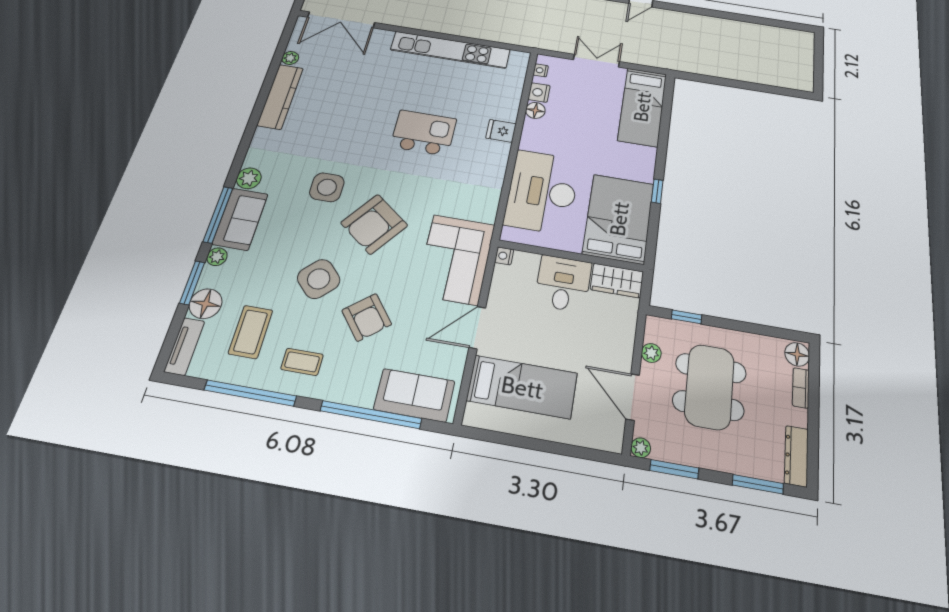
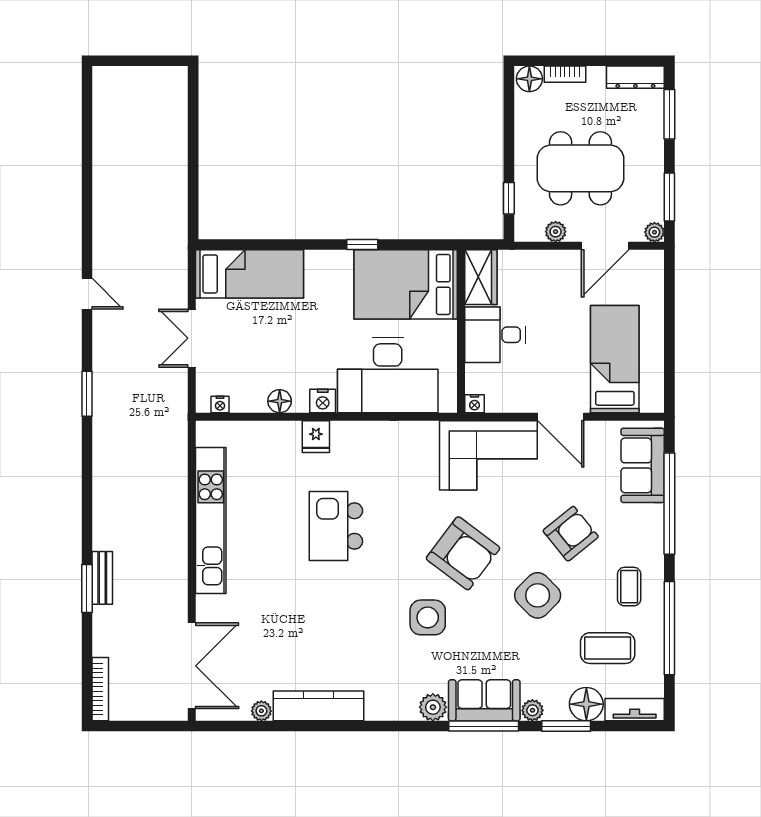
nightstand: (539, 93) -> (323, 401), moved

